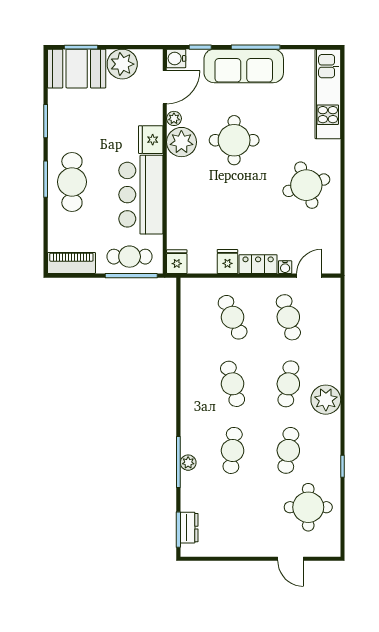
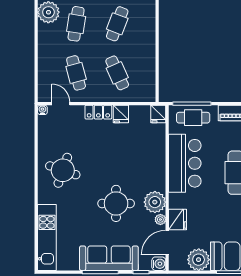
fridge: (151, 140) -> (178, 220), moved
round table: (306, 185) -> (63, 170), turned 37
water cooler: (285, 267) -> (42, 110), moved
door: (309, 276) -> (61, 104), swing flipped
cafe table: (233, 384) -> (117, 24), turned 36

